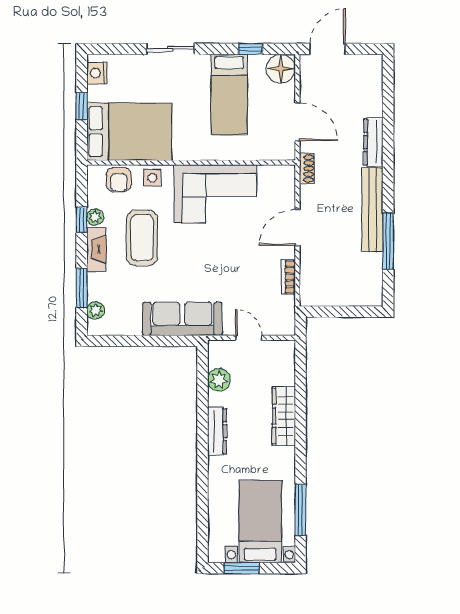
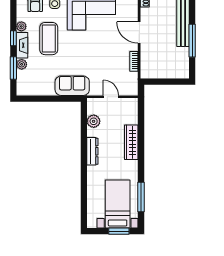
window: (82, 220) -> (13, 38), moved
door: (297, 227) -> (139, 33), hinge flipped
plant: (96, 310) -> (22, 64), moved
sofa: (182, 319) -> (72, 86), width x0.73
window: (242, 568) -> (119, 231), moved

